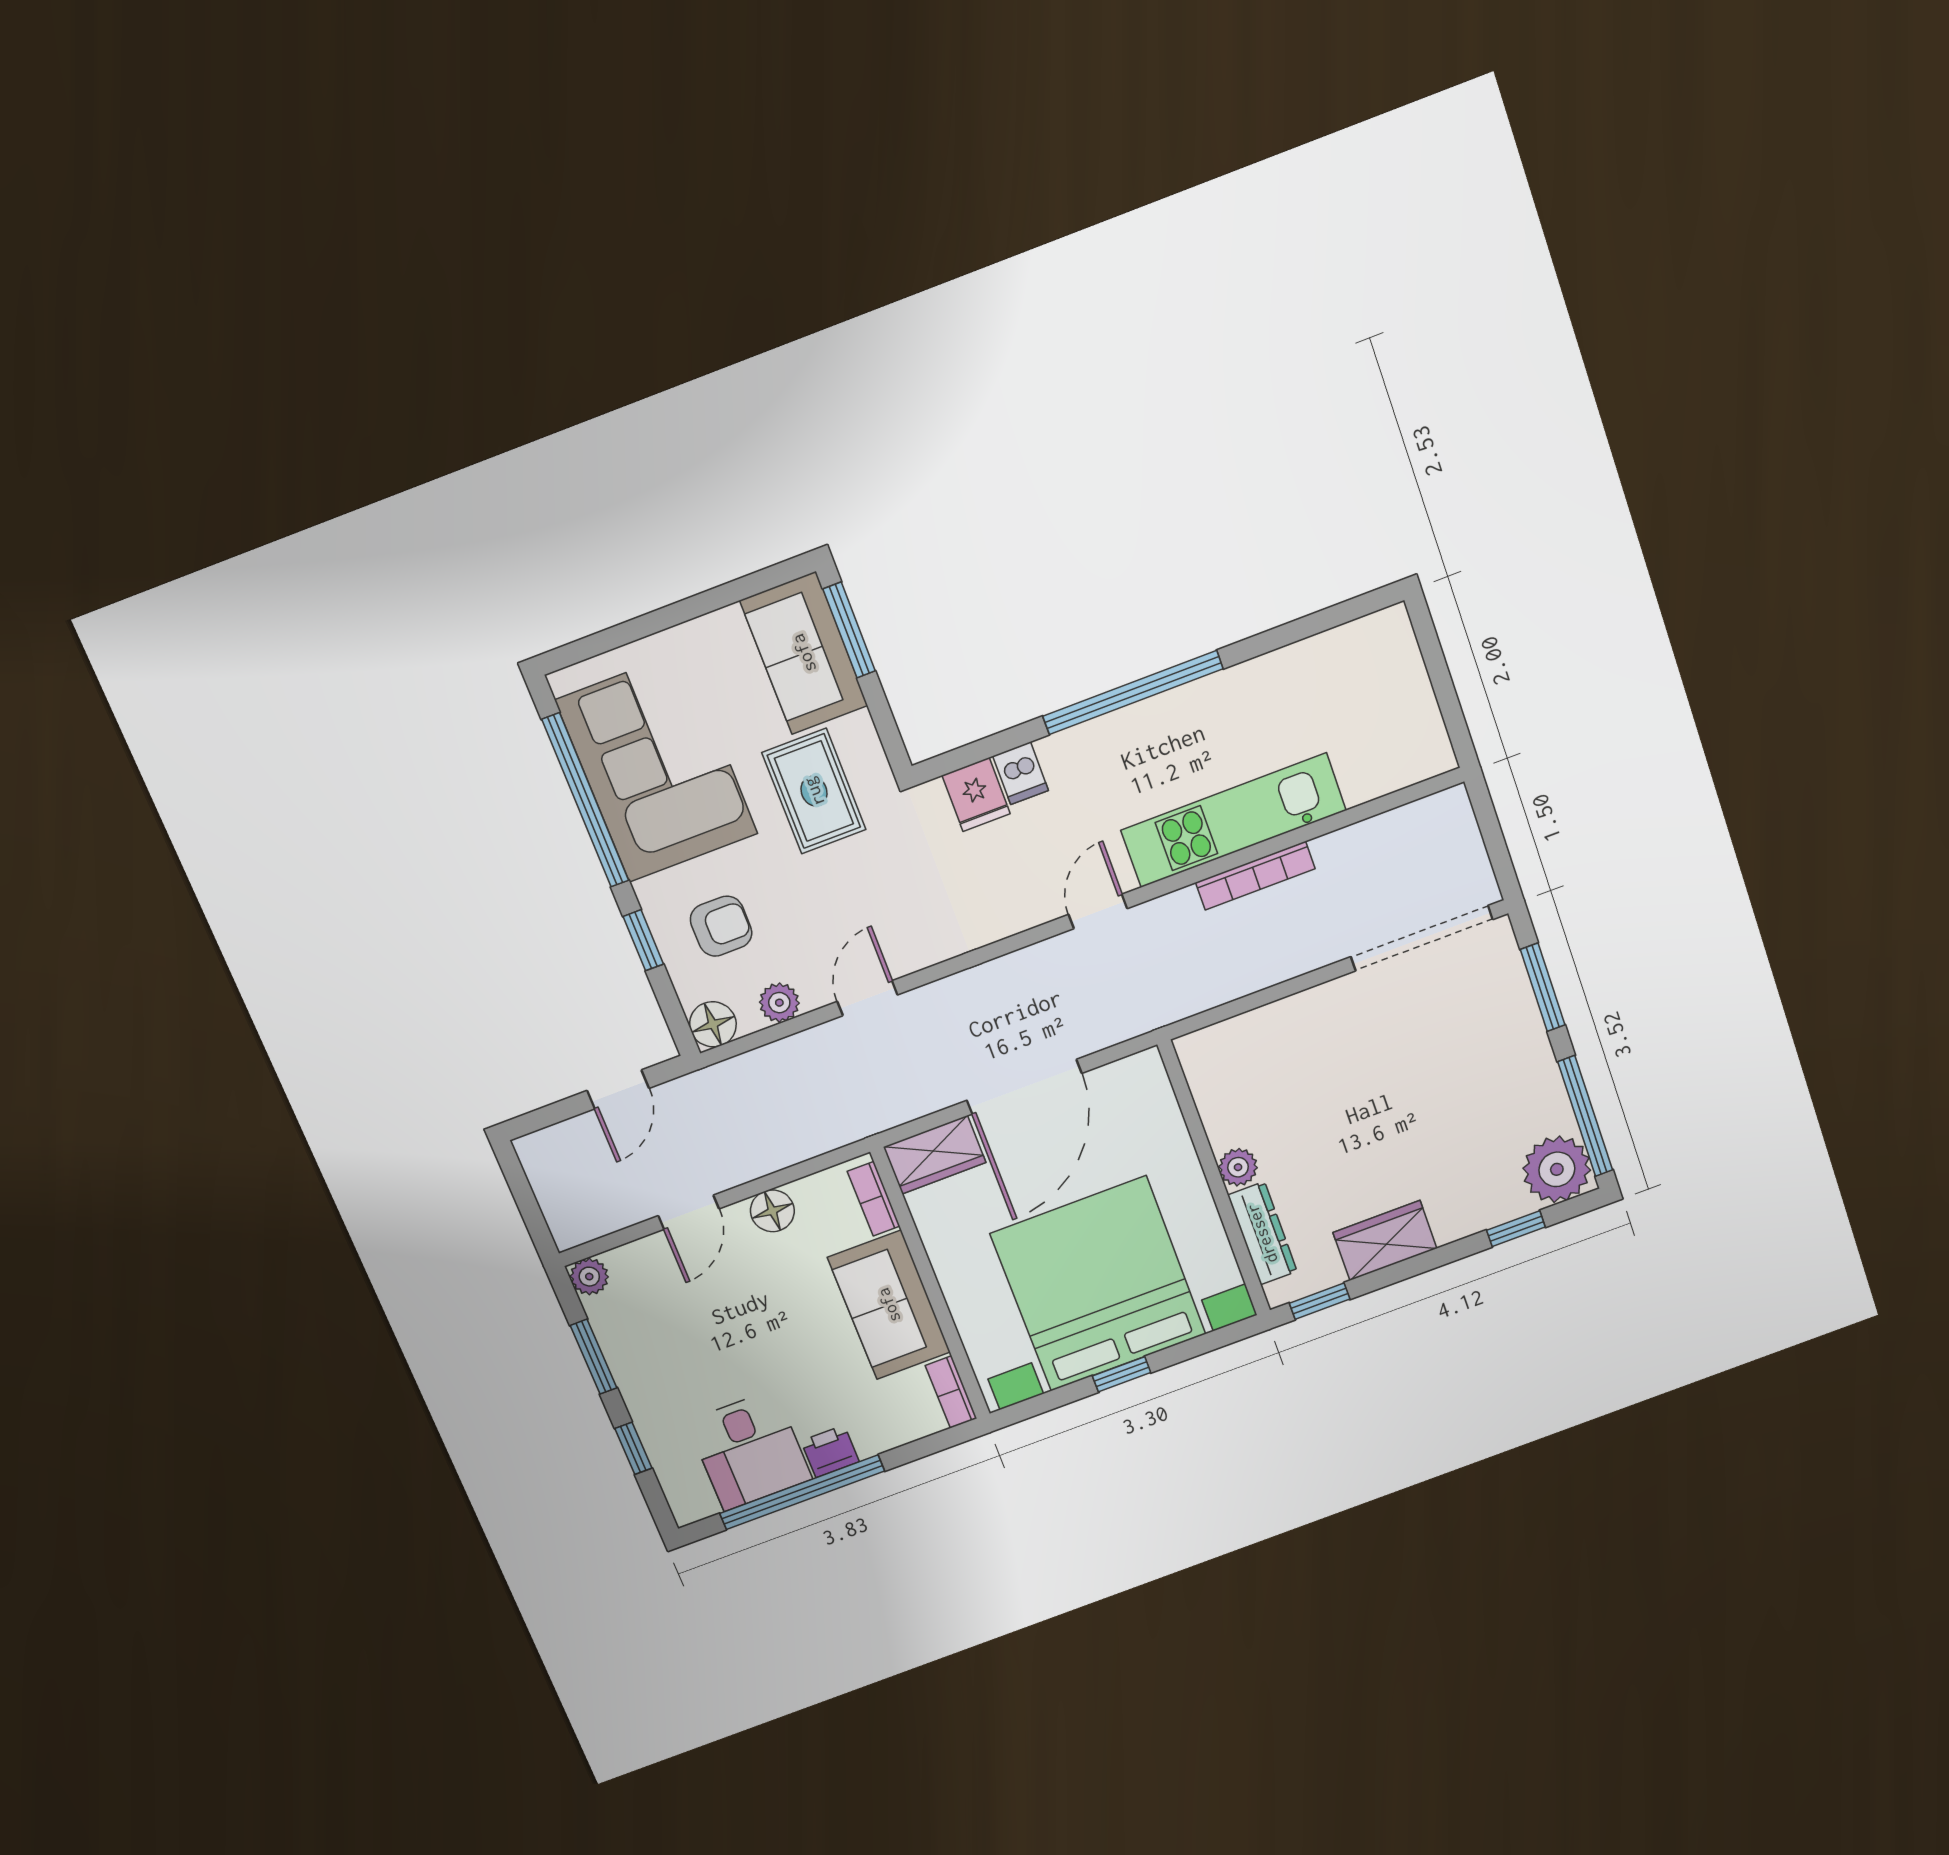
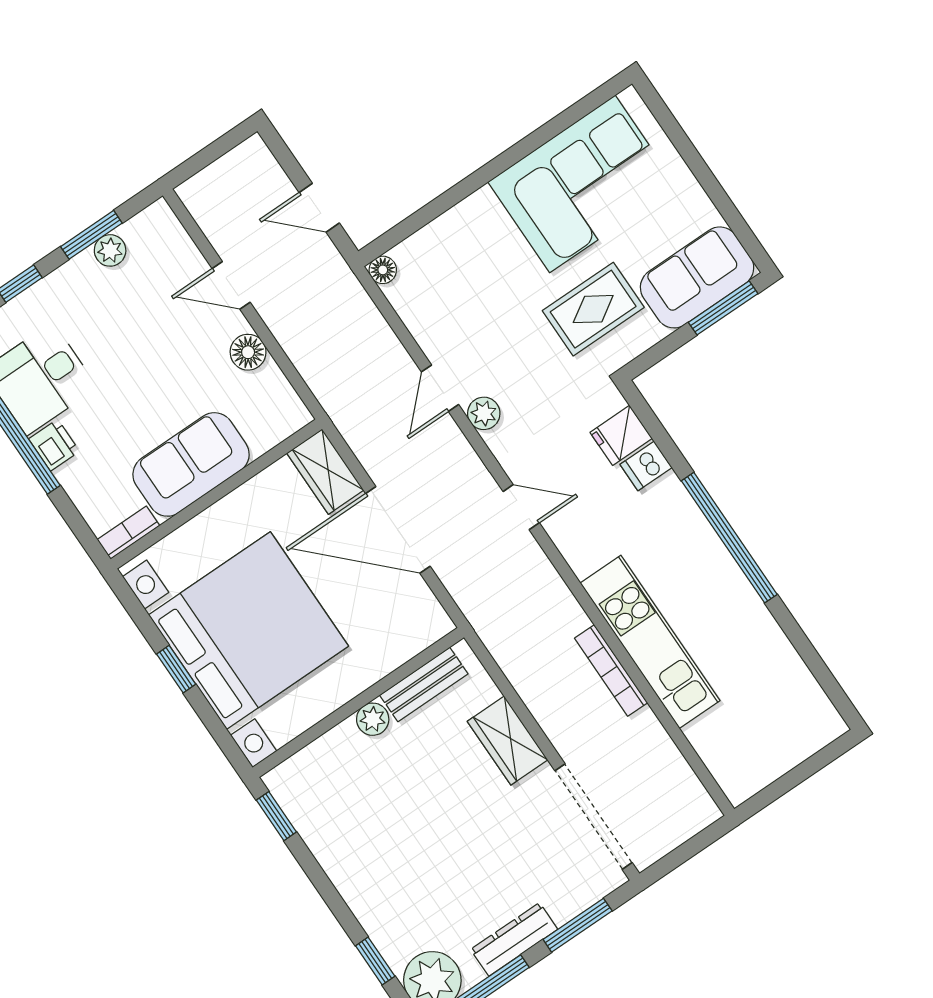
window: (585, 800) -> (543, 135), removed
door: (1098, 911) -> (521, 507), moved
armchair: (721, 926) -> (470, 260), removed
window: (643, 940) -> (444, 202), removed
door: (867, 998) -> (440, 388), swing flipped
plant: (779, 1003) -> (484, 413), moved
floor lamp: (713, 1024) -> (383, 270), width x0.73, depth x0.73
bench: (1213, 1099) -> (424, 684), added
bookcase: (874, 1199) -> (277, 431), removed
dresser: (1262, 1233) -> (514, 939), moved, turned 180
wardrobe: (1385, 1241) -> (508, 741), moved, turned 180
plant: (589, 1277) -> (110, 250), moved

